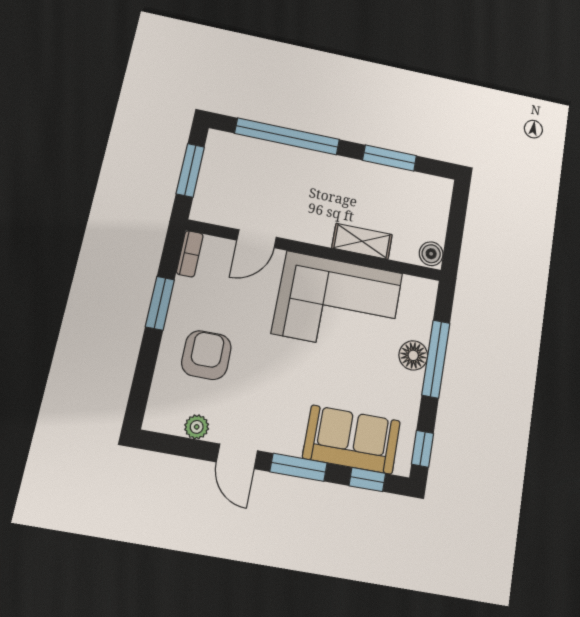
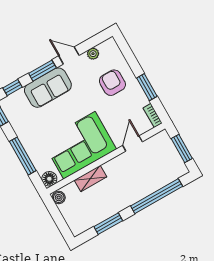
armchair: (206, 355) -> (112, 83), turned 180
floor lamp: (413, 355) -> (49, 179), moved
sofa: (352, 440) -> (48, 88), moved

